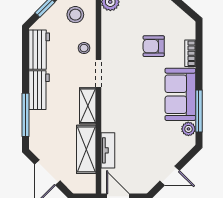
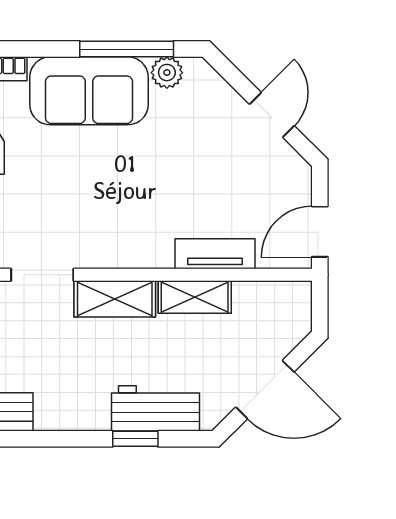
workbench: (39, 90) -> (156, 408), moved
window: (25, 115) -> (135, 439), width x0.46
shelving: (86, 149) -> (195, 297), width x0.67, depth x0.75

